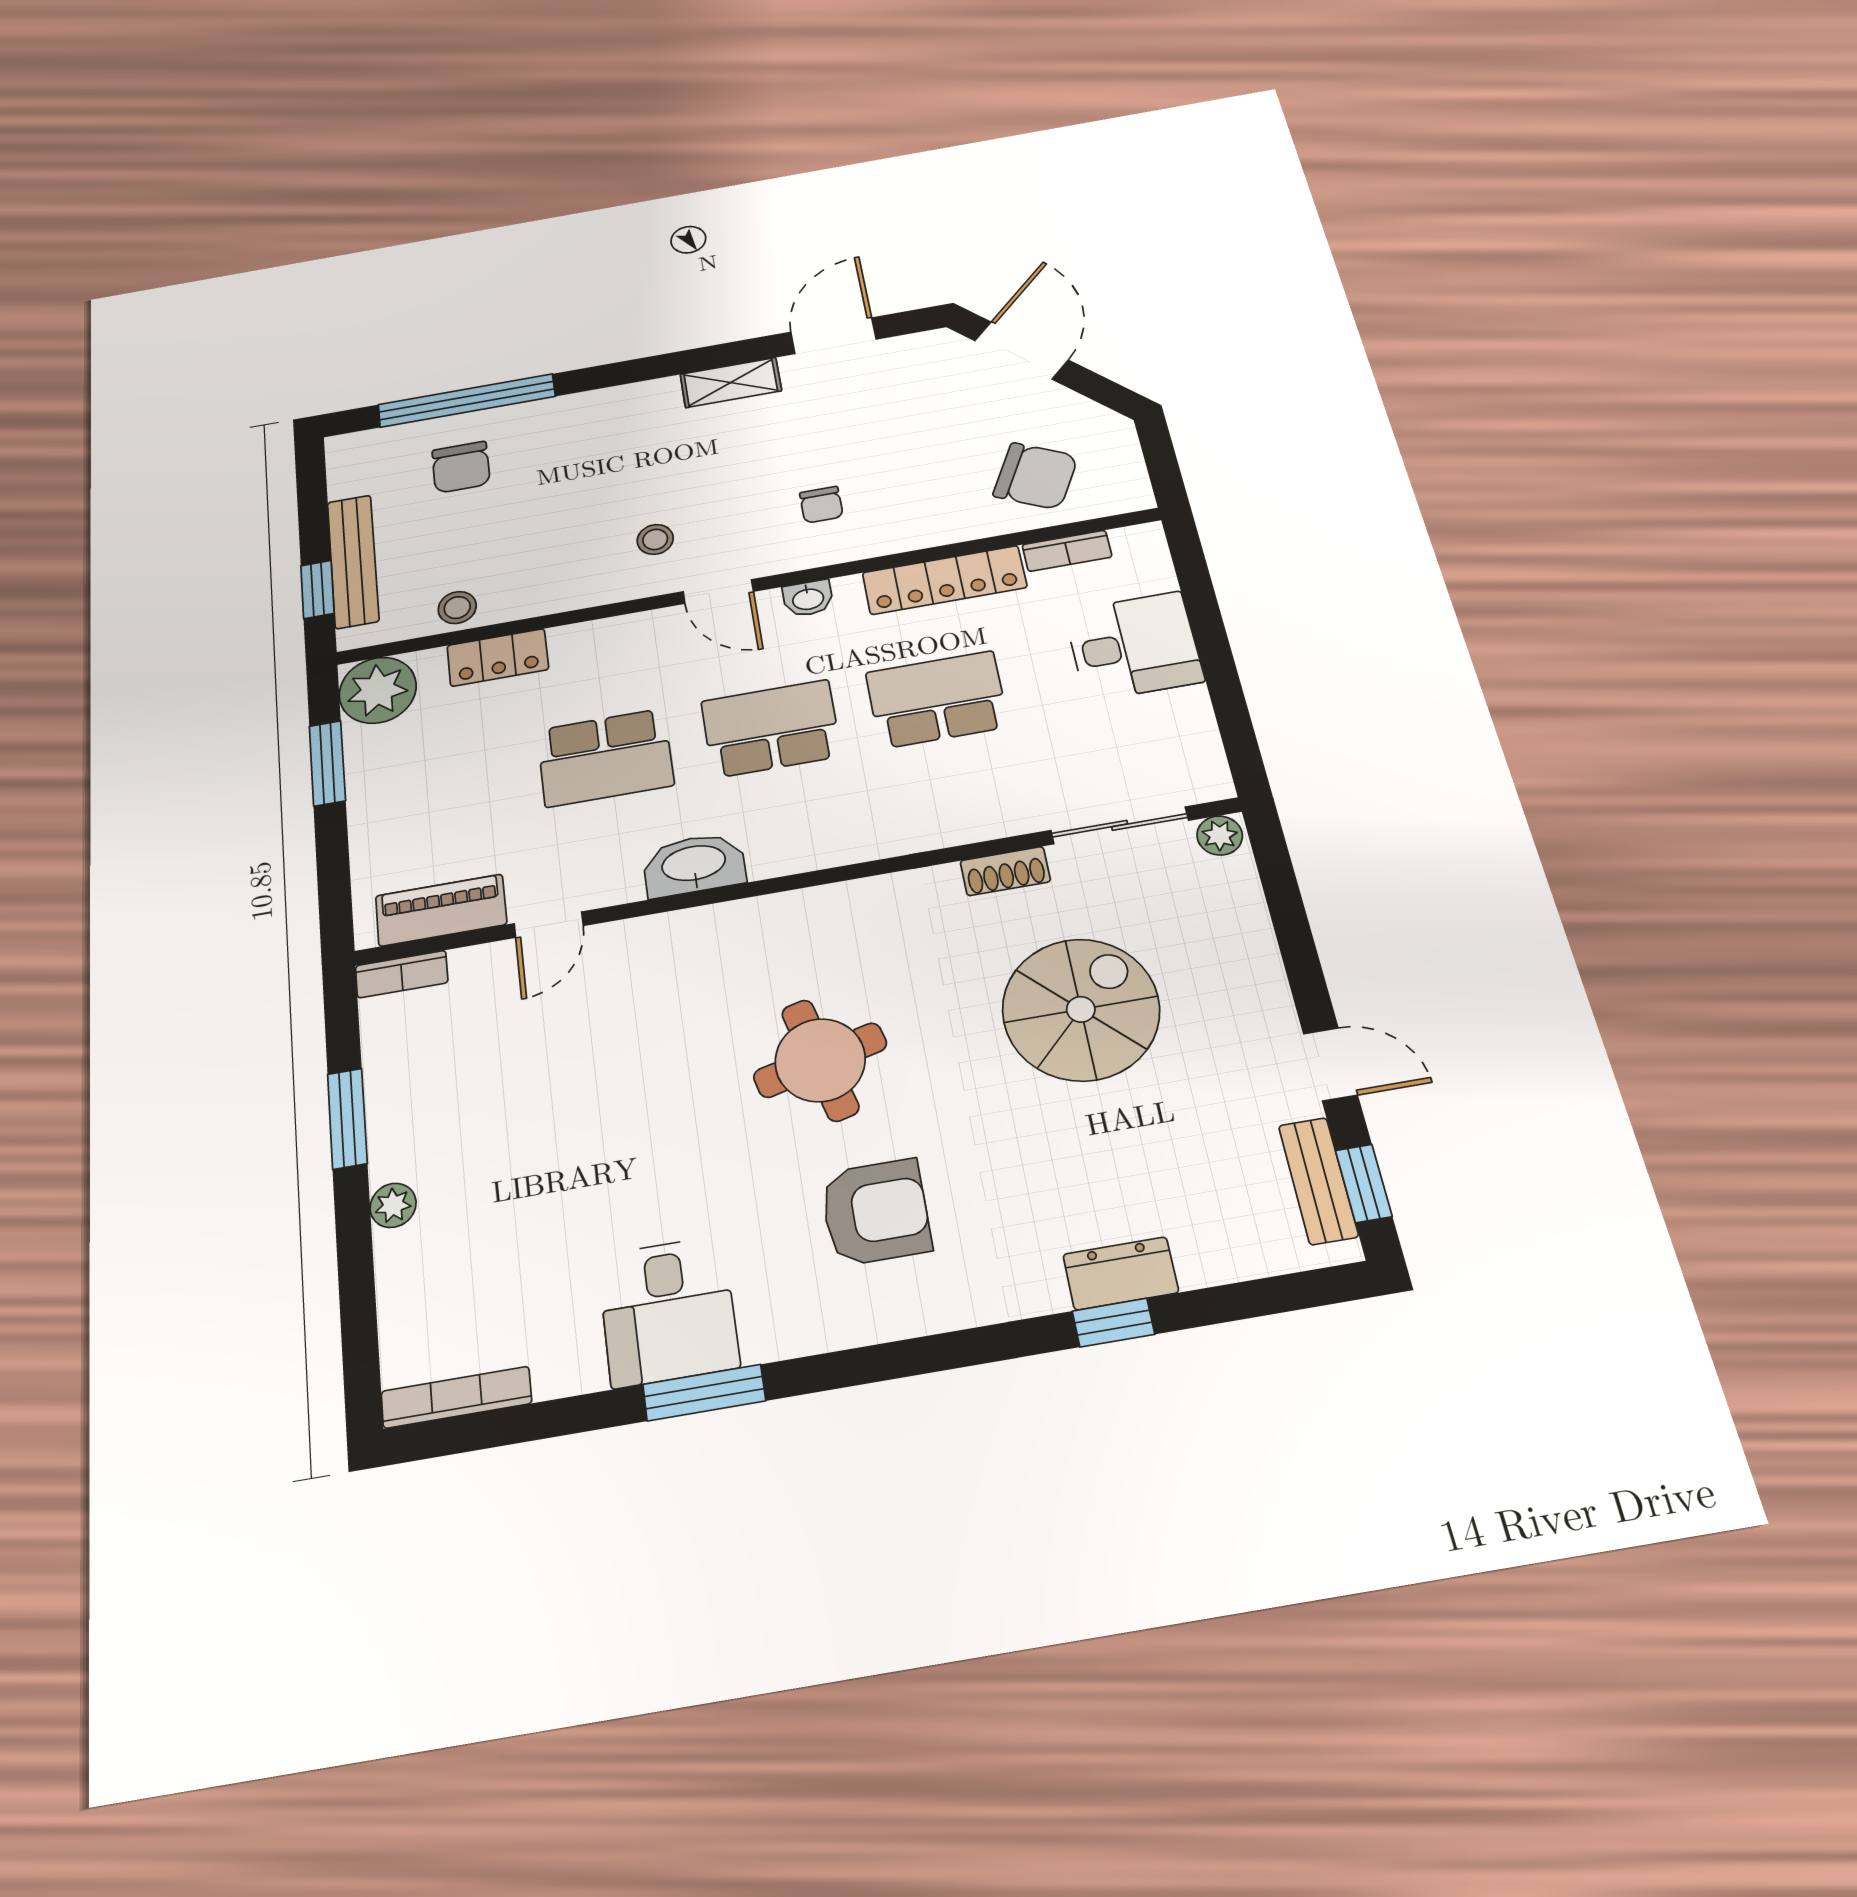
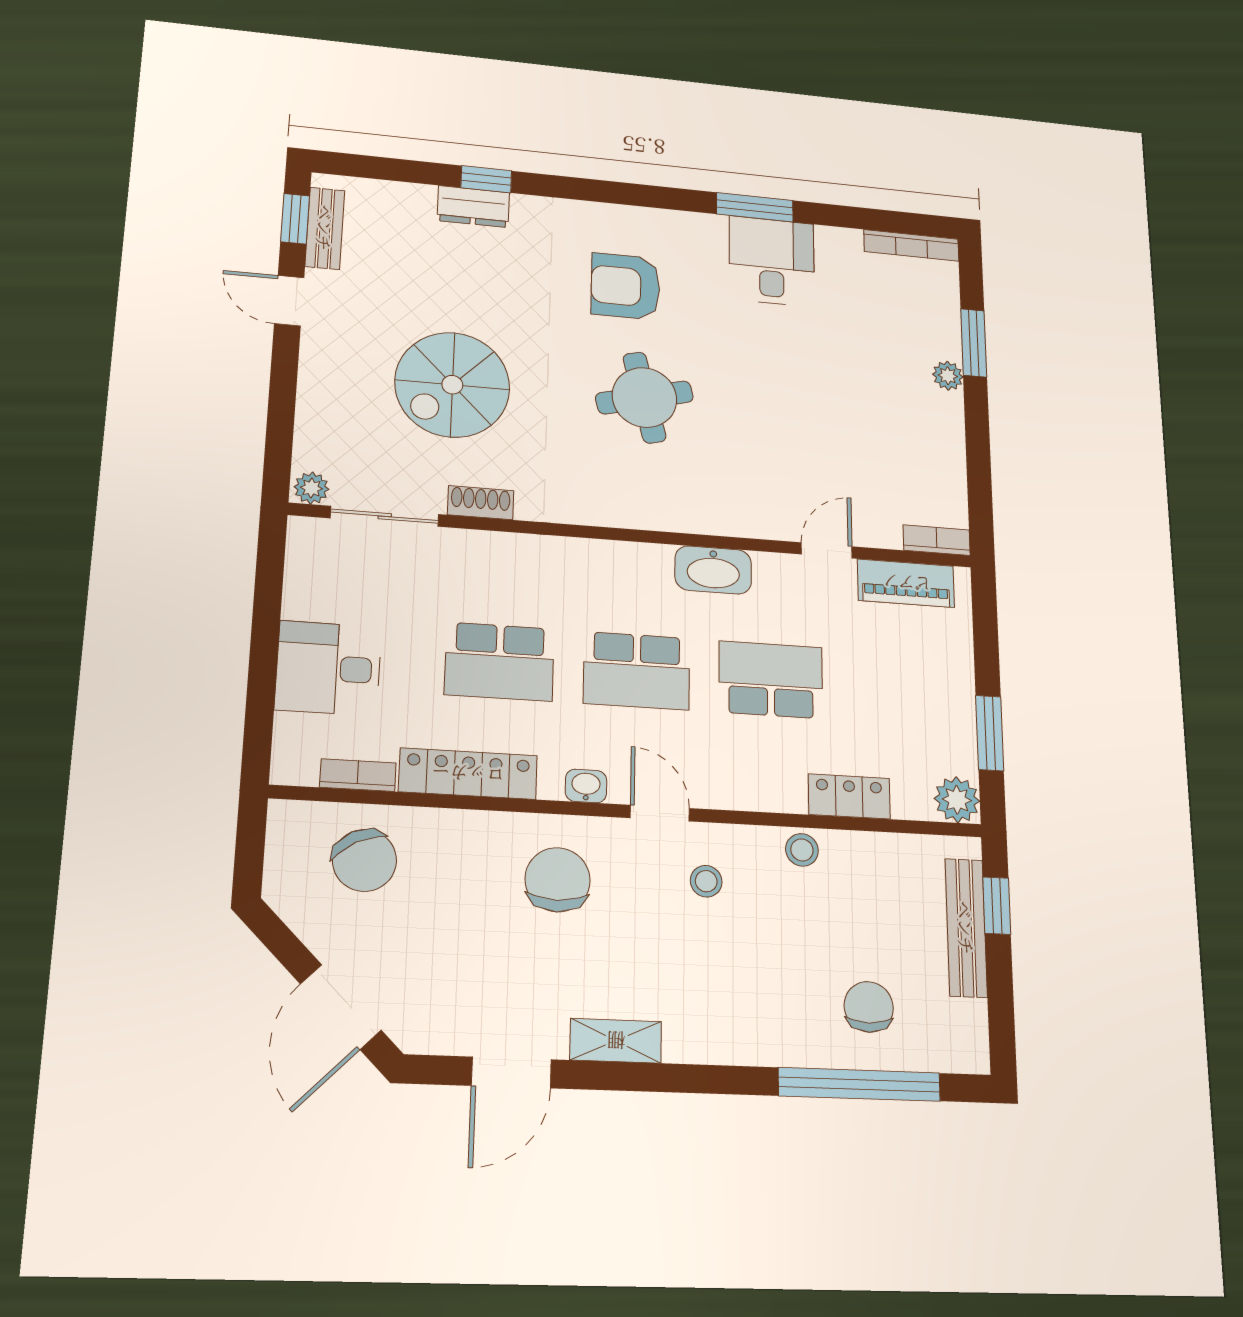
chair: (1036, 476) -> (364, 860), turned -144
chair: (821, 505) -> (558, 880), width x1.87, depth x1.87
stool: (457, 608) -> (802, 850), moved
plant: (378, 690) -> (957, 800), width x0.73, depth x0.73
window: (347, 1119) -> (974, 343), moved

